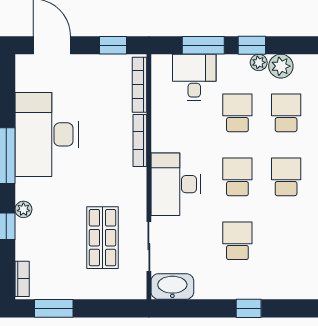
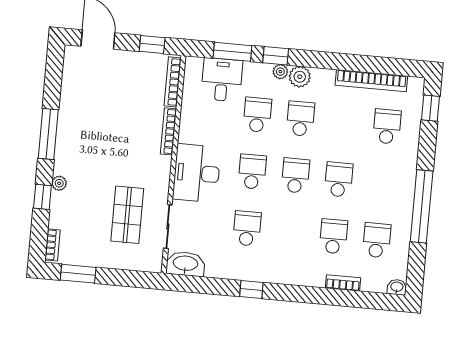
desk: (47, 134) -> (86, 118), removed

